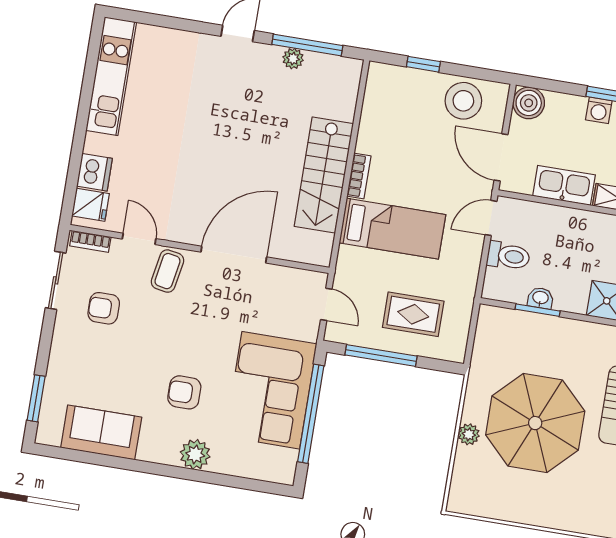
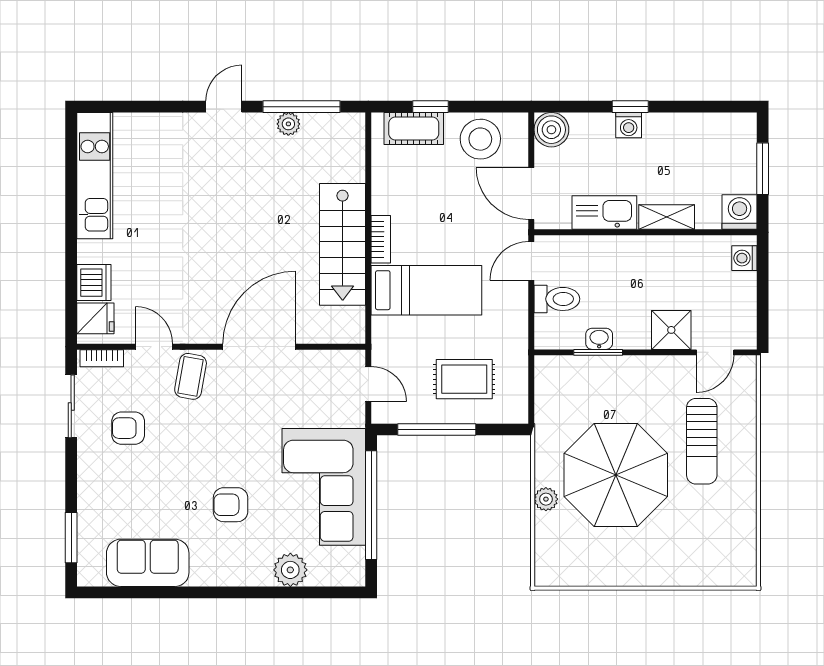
cot: (405, 81) -> (414, 128), added
plant: (195, 454) -> (290, 570), moved

